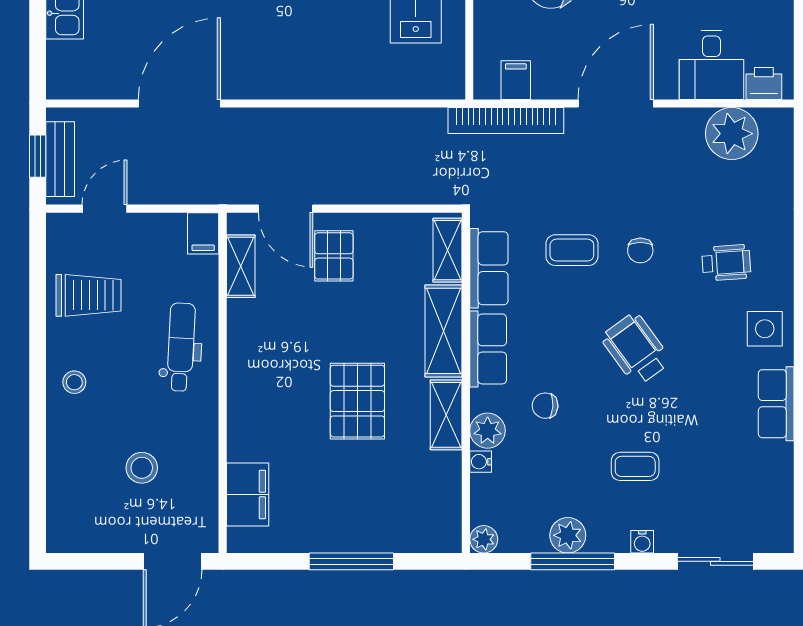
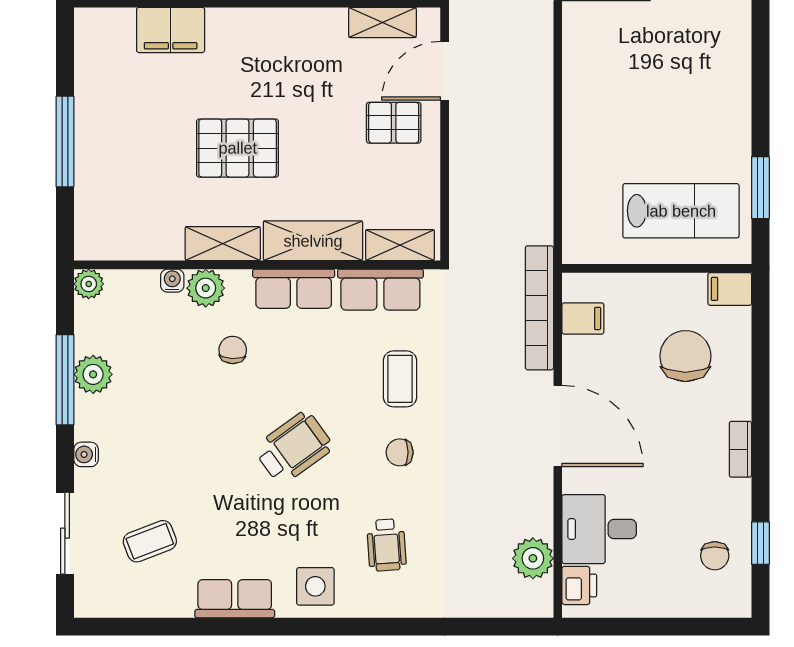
plant: (732, 134) -> (533, 558), width x0.73, depth x0.73
coffee table: (635, 466) -> (150, 541), moved, turned 69
filing cabinet: (248, 495) -> (171, 30), moved

